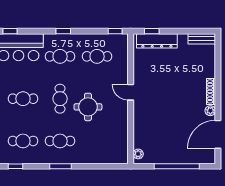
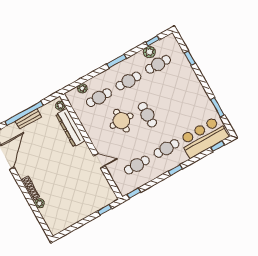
bench: (202, 39) -> (28, 119), moved
dresser: (157, 41) -> (70, 128), moved, turned -90
door: (131, 92) -> (99, 161), moved
cafe table: (23, 99) -> (99, 98), moved
plant: (210, 111) -> (39, 203), moved
plant: (25, 157) -> (149, 52), added
plant: (108, 159) -> (82, 88), added

